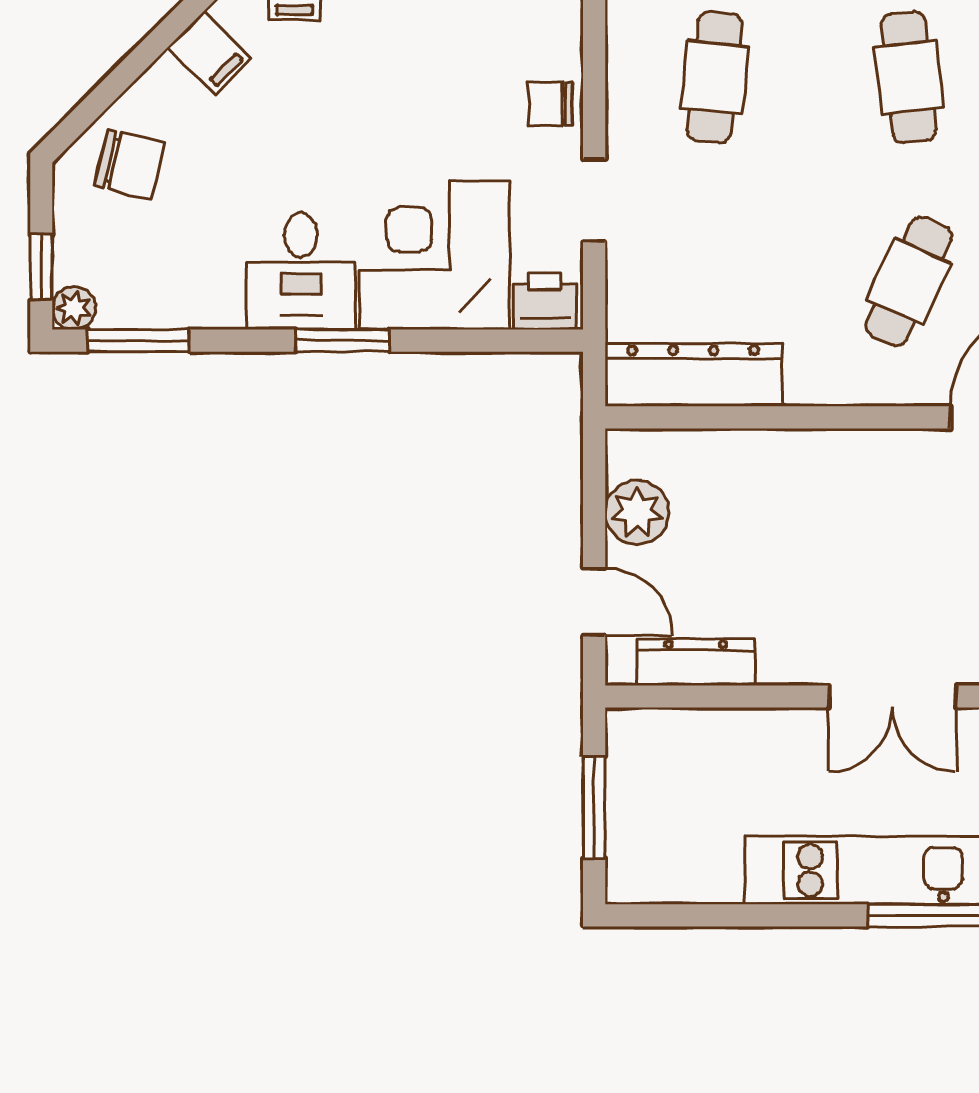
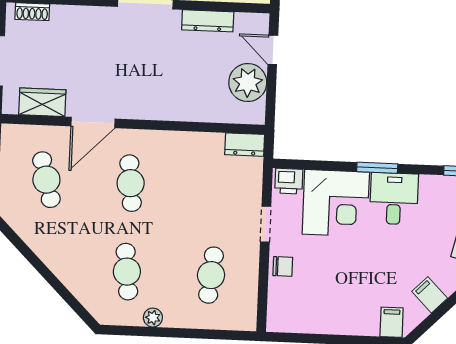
cafe table: (909, 281) -> (131, 183), turned -30
dresser: (693, 375) -> (245, 145), width x0.51, depth x0.80
plant: (637, 513) -> (248, 83), width x1.36, depth x1.36
dresser: (696, 662) -> (208, 21), moved

